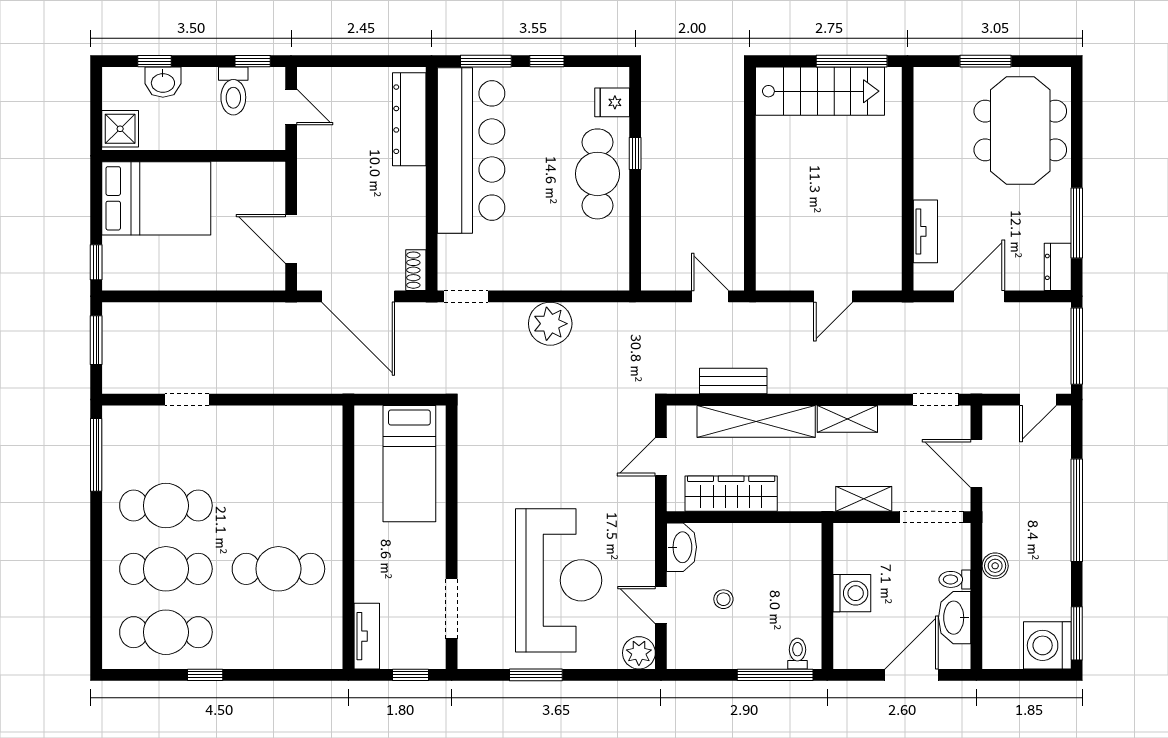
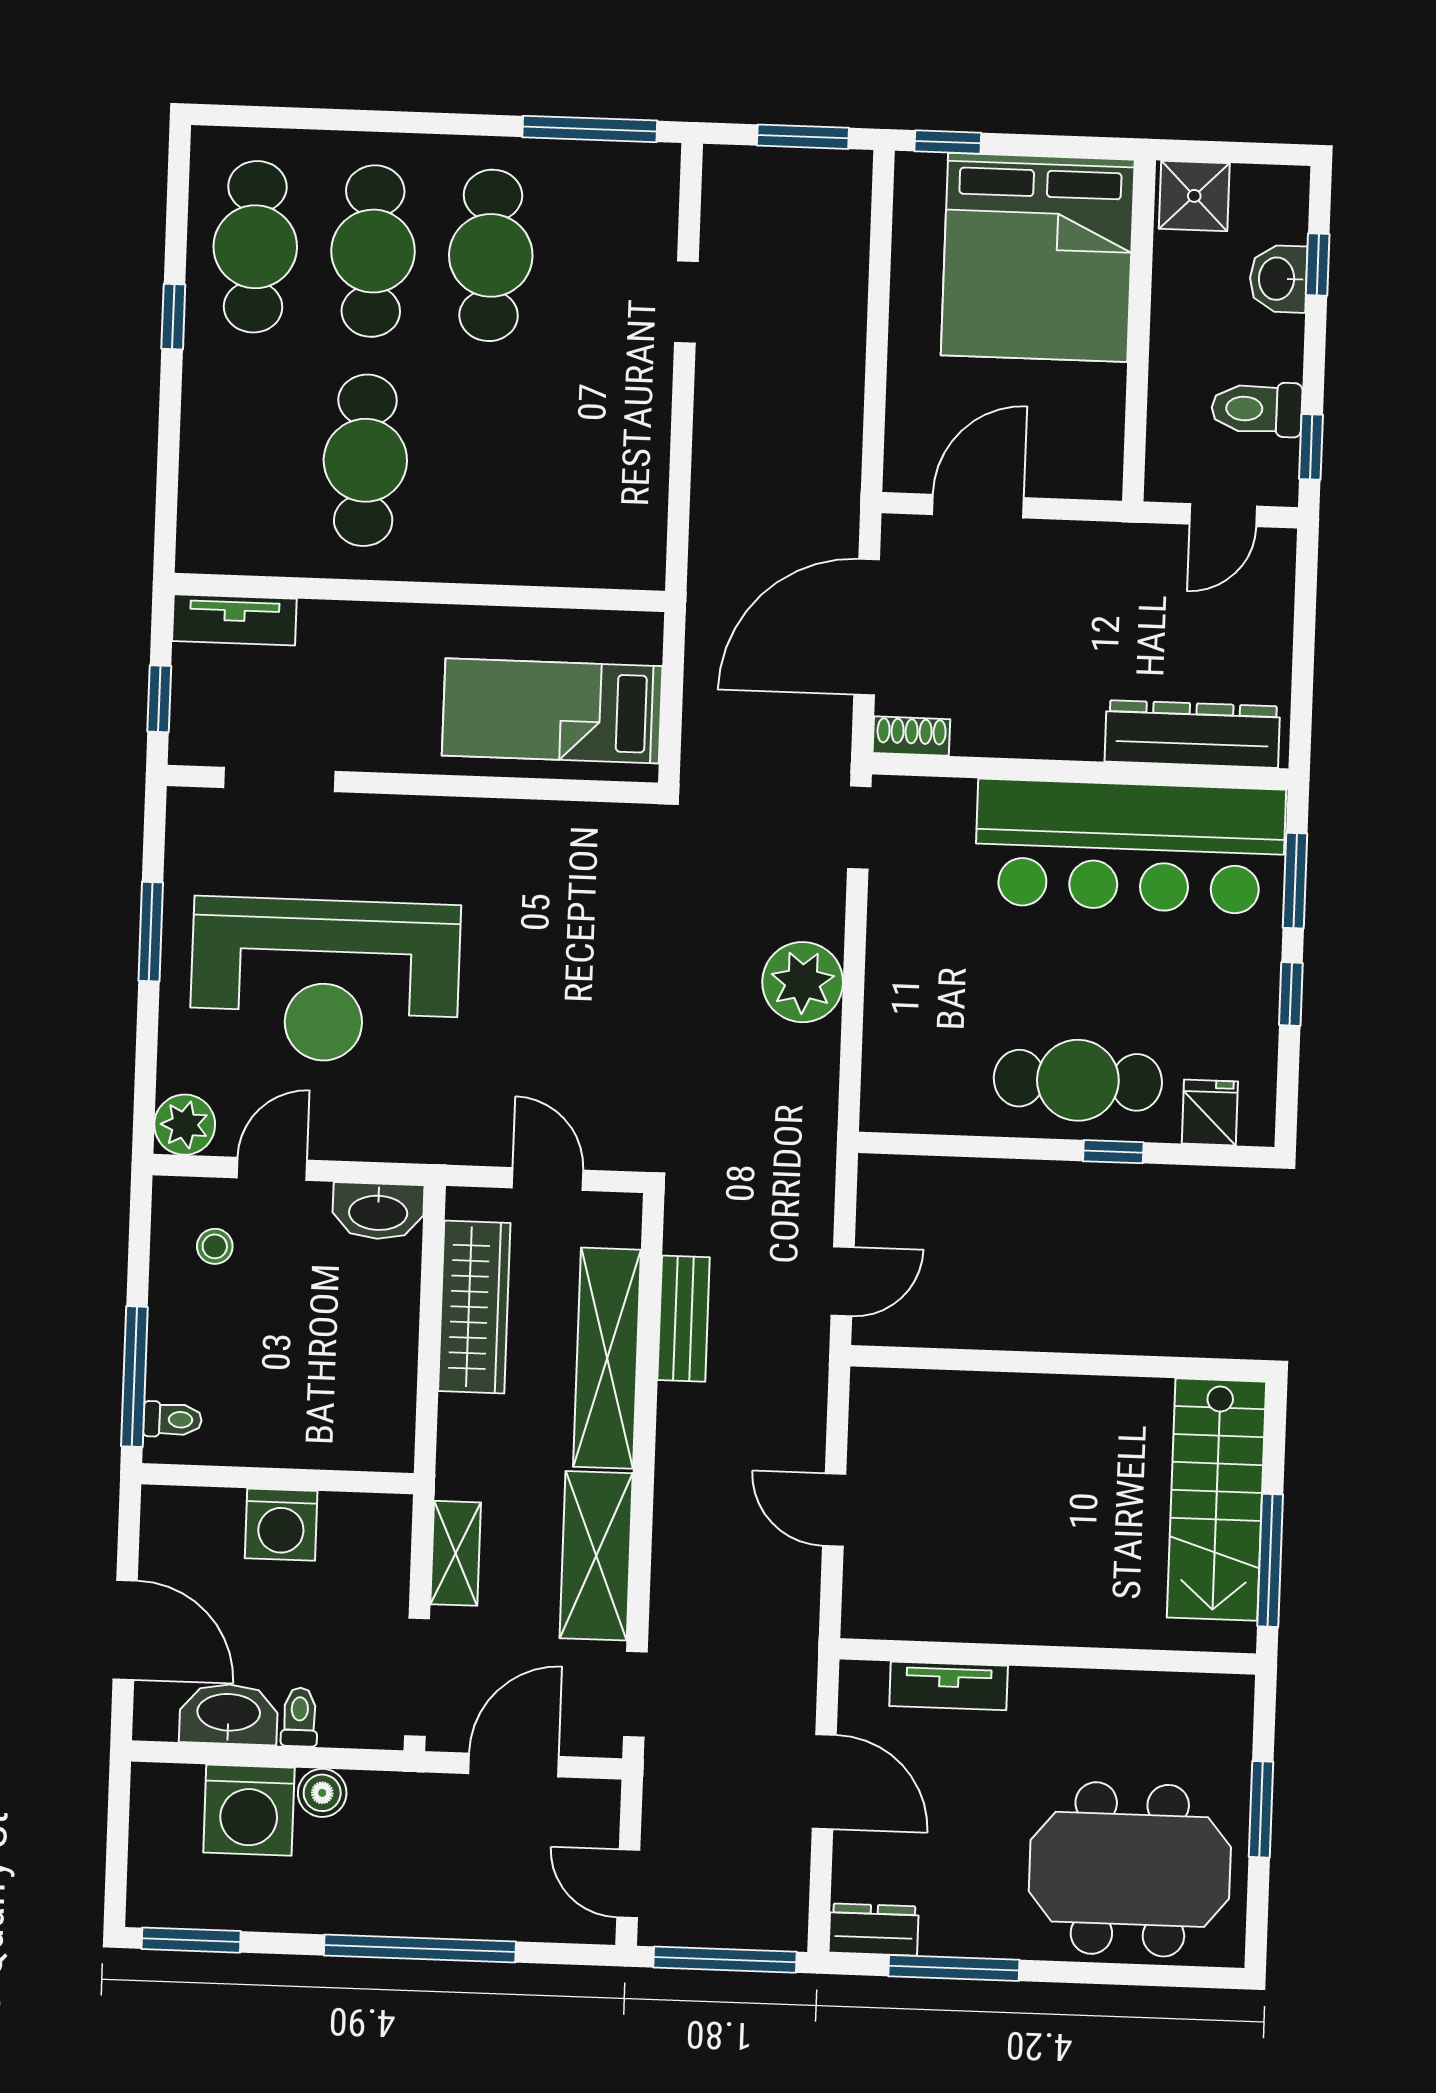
bed: (156, 198) -> (1038, 257), width x1.36
shelving: (847, 419) -> (596, 1556), width x1.50, depth x1.33
stool: (723, 599) -> (215, 1246), moved
washing machine: (1047, 645) -> (249, 1810), moved, turned 180

